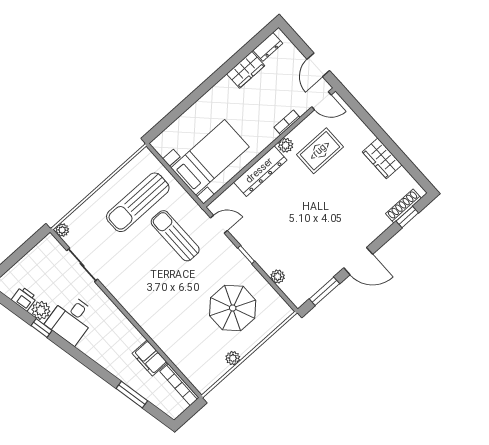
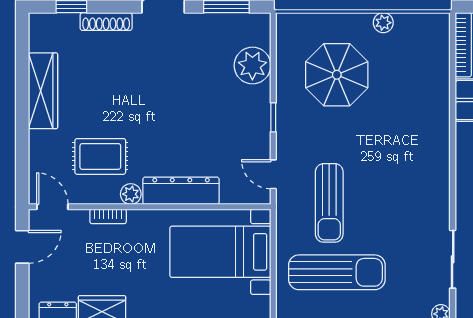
wardrobe: (382, 158) -> (43, 91), width x1.50
shoe rack: (404, 206) -> (106, 22), moved
plant: (278, 277) -> (252, 66), width x1.88, depth x1.88

